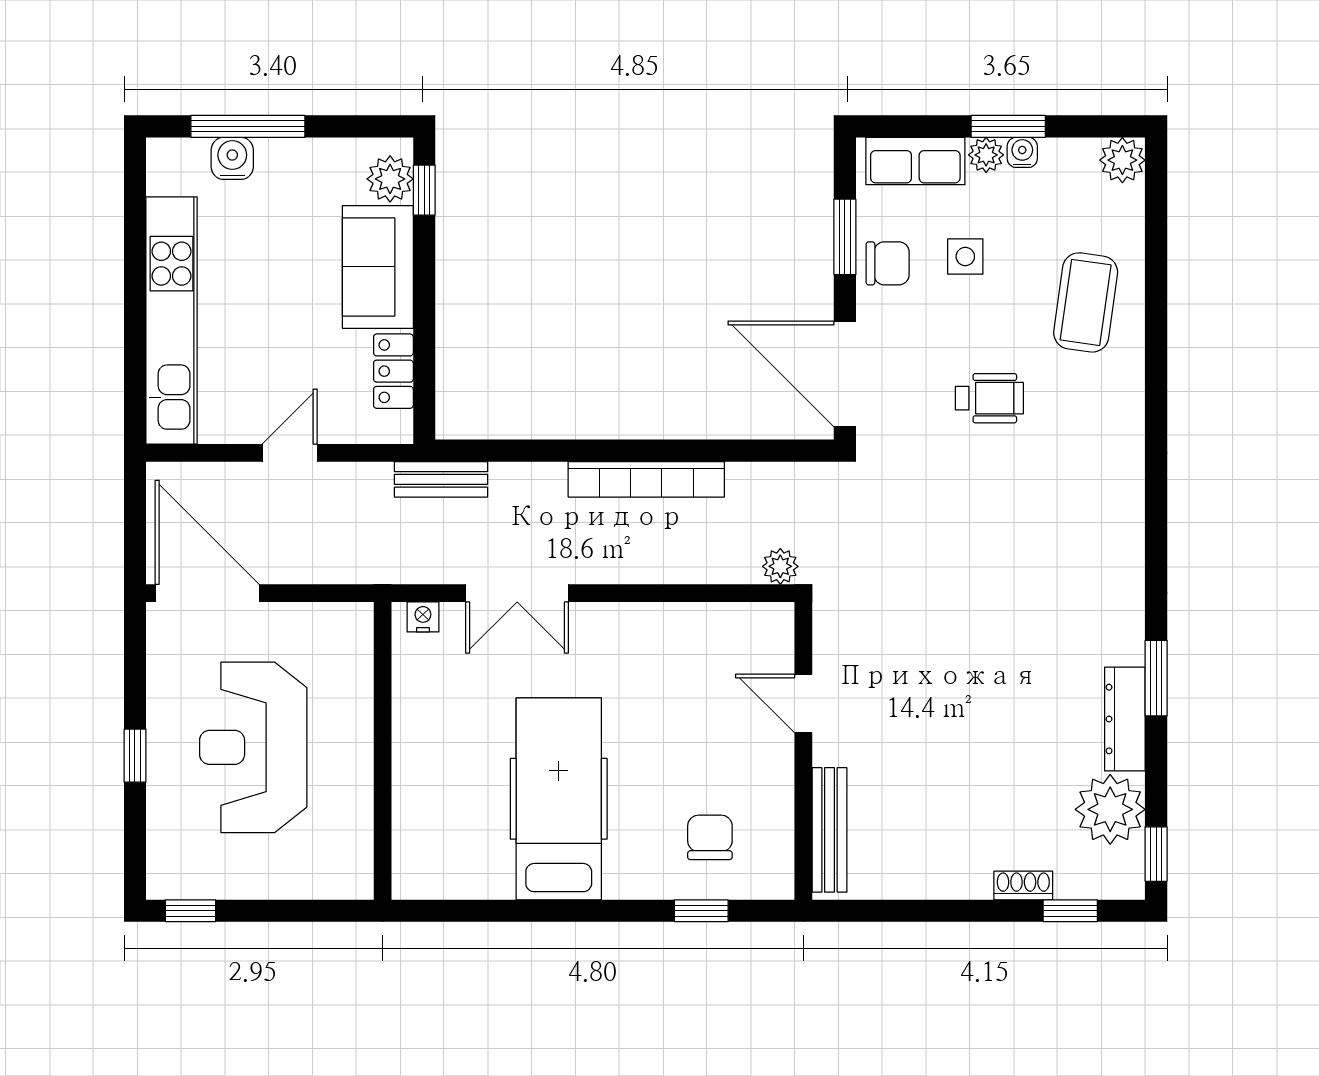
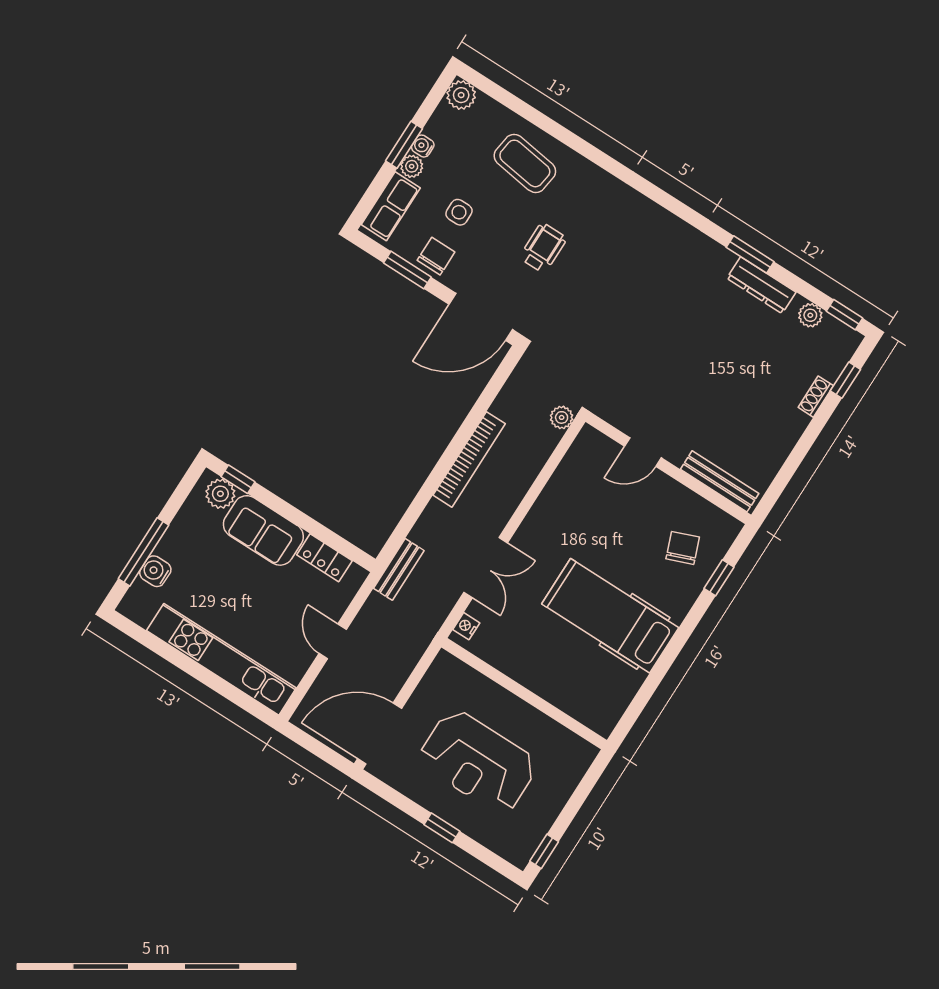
plant: (1110, 809) -> (810, 315), width x0.53, depth x0.53
chair: (710, 837) -> (683, 548), turned 69

